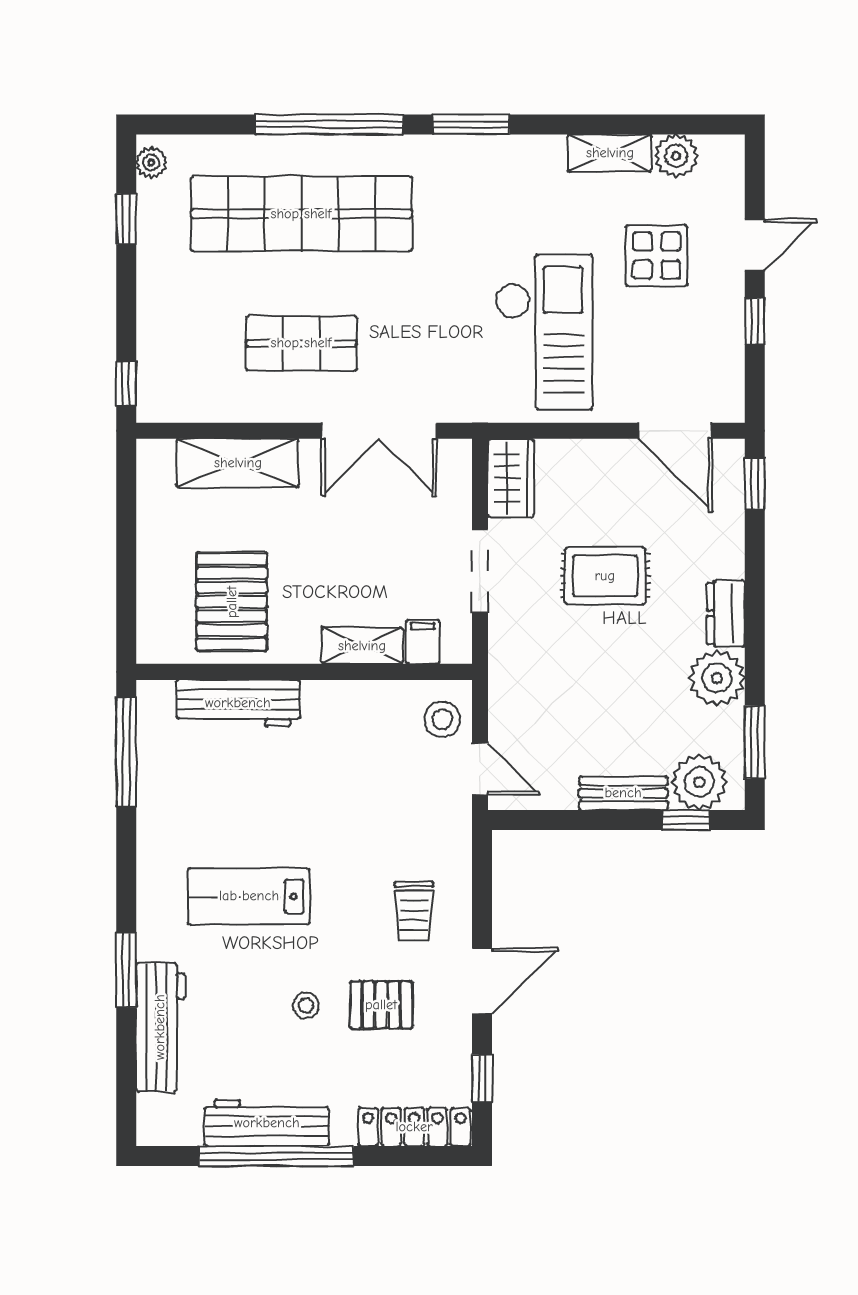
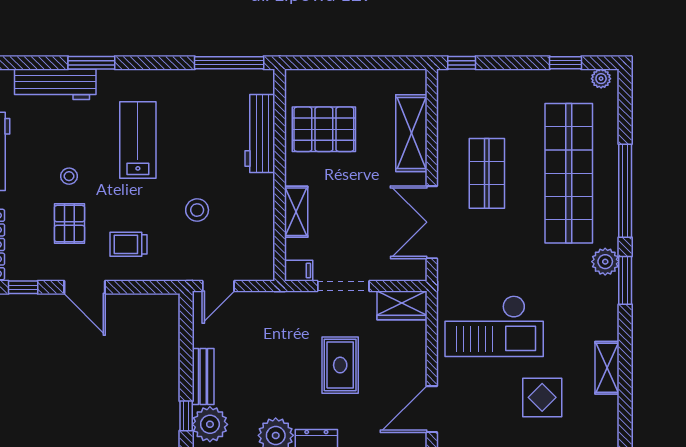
plant: (676, 156) -> (605, 262), moved
filing cabinet: (423, 642) -> (299, 271), moved
stool: (442, 719) -> (197, 210), moved

